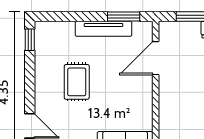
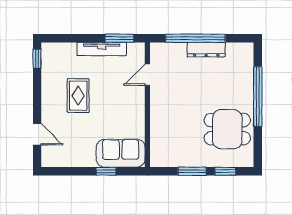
door: (156, 58) -> (147, 75), width x0.73

